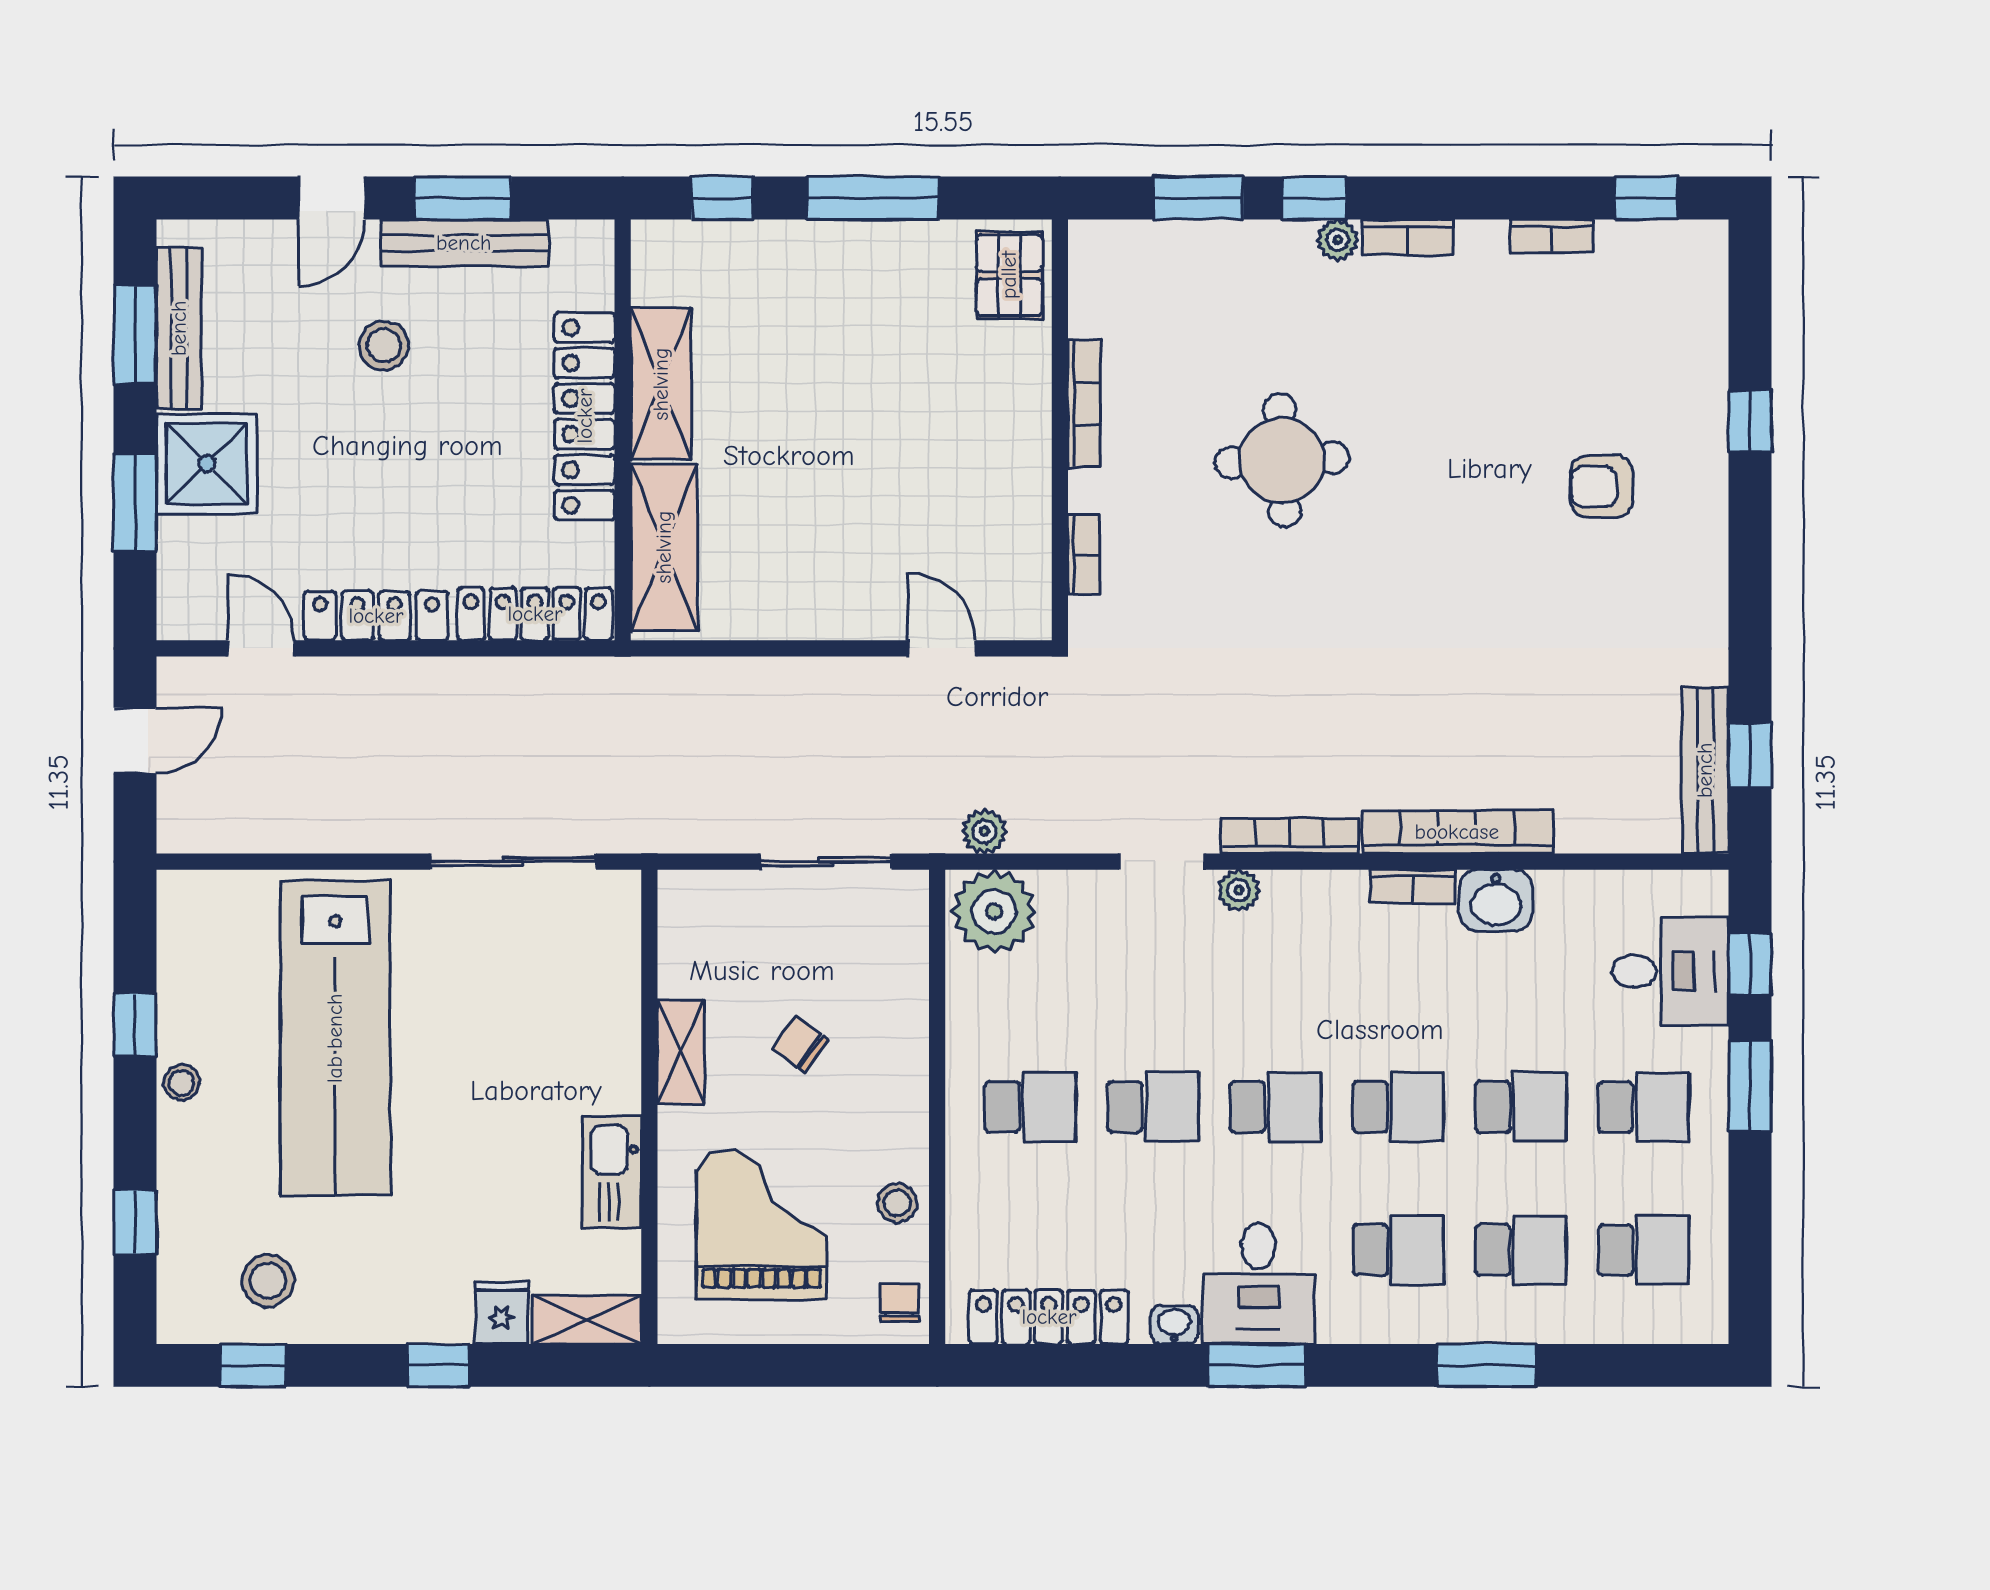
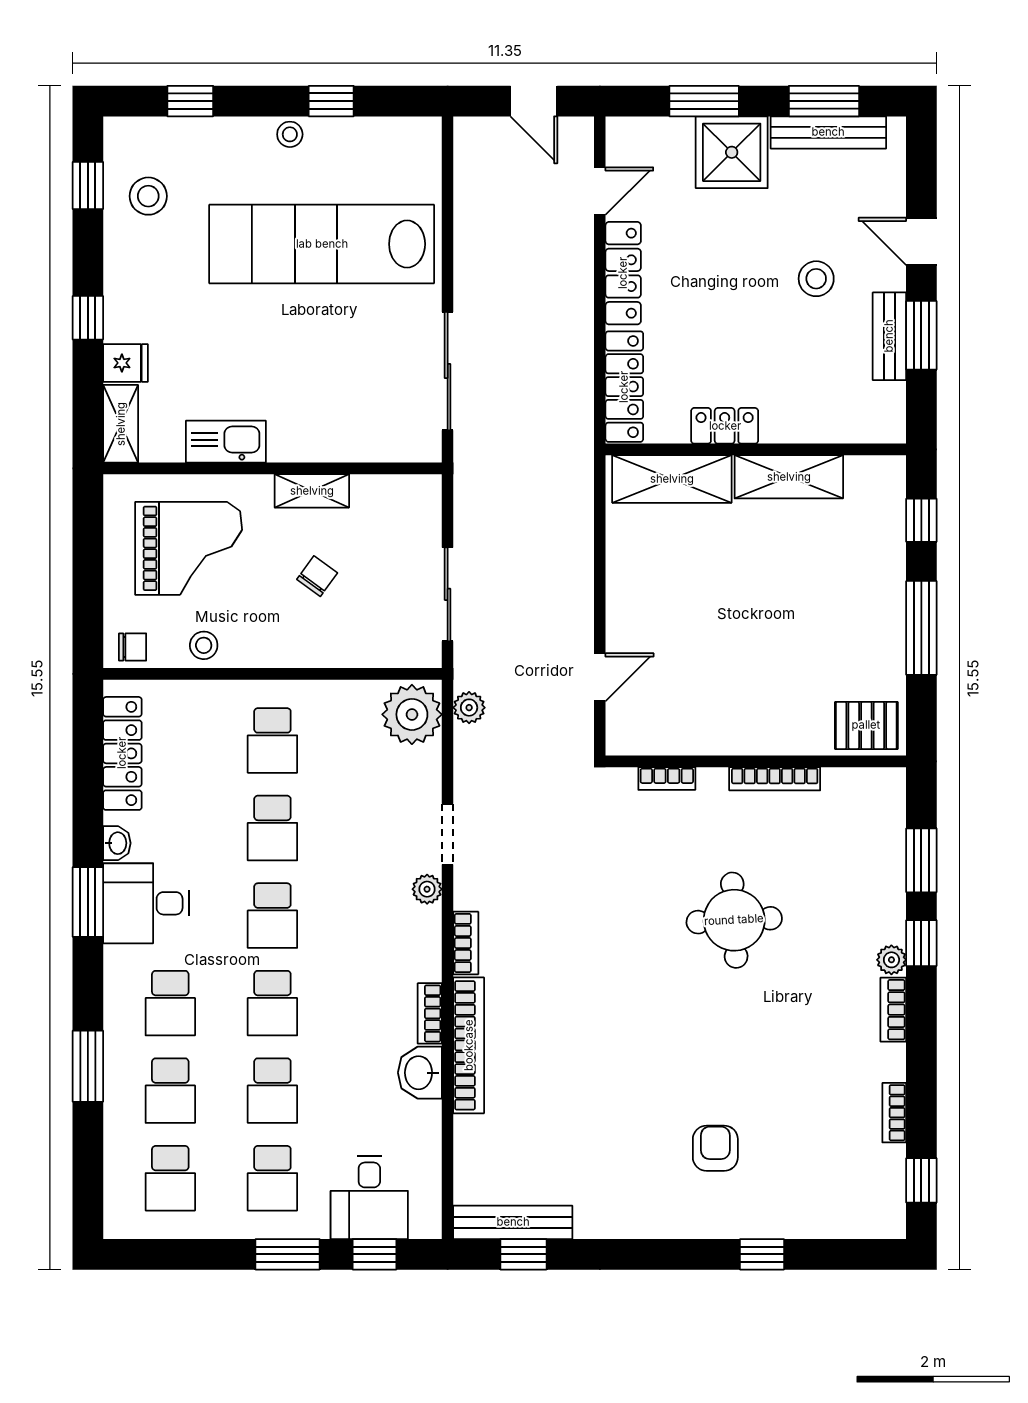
bench: (464, 243) -> (889, 336), width x0.73
locker: (585, 416) -> (725, 426), width x0.46, depth x0.83
bookcase: (1289, 836) -> (466, 943), width x0.64

